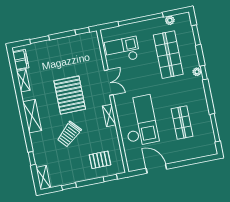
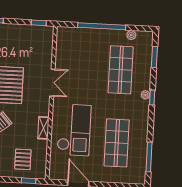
checkout: (122, 50) -> (75, 53), removed
shelving: (109, 115) -> (43, 128), moved
shop shelf: (182, 123) -> (117, 143), width x1.43, depth x1.36
pallet: (100, 160) -> (23, 159), turned 90

